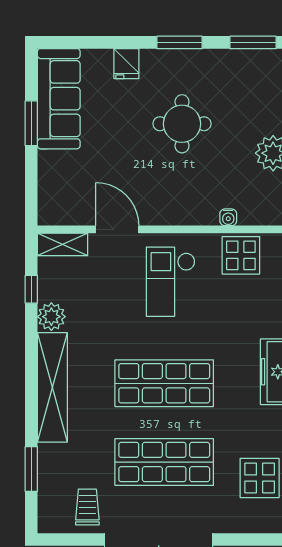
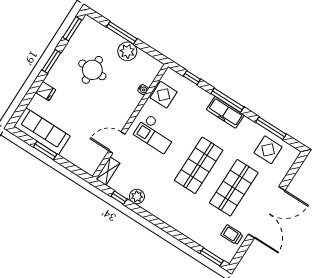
round table: (182, 124) -> (92, 70), moved
shelving: (52, 387) -> (169, 216), removed
window: (31, 469) -> (212, 257), moved

